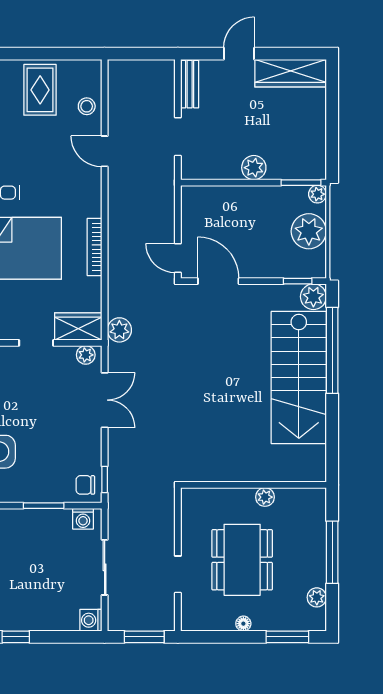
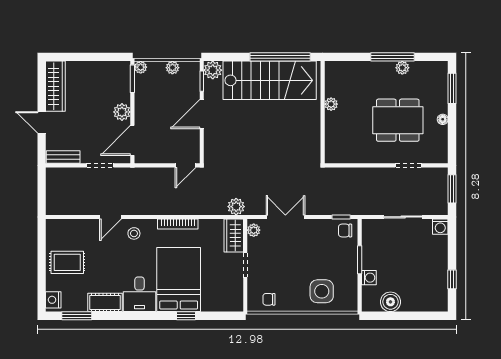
stool: (87, 106) -> (134, 233), moved
door: (213, 183) -> (132, 140), added
plant: (309, 231) -> (172, 68), width x0.53, depth x0.53
door: (218, 281) -> (202, 114), moved
window: (332, 350) -> (280, 57), moved
chair: (85, 485) -> (345, 231), turned 90
wall: (253, 485) -> (323, 112), moved
plant: (265, 497) -> (331, 104), moved
washing machine: (83, 519) -> (369, 278), moved
plant: (317, 597) -> (402, 68), moved

